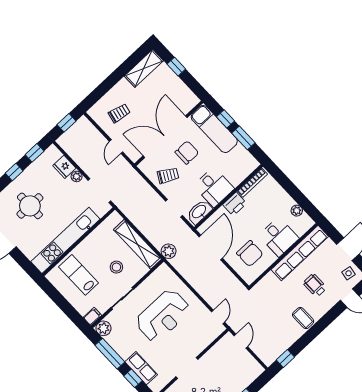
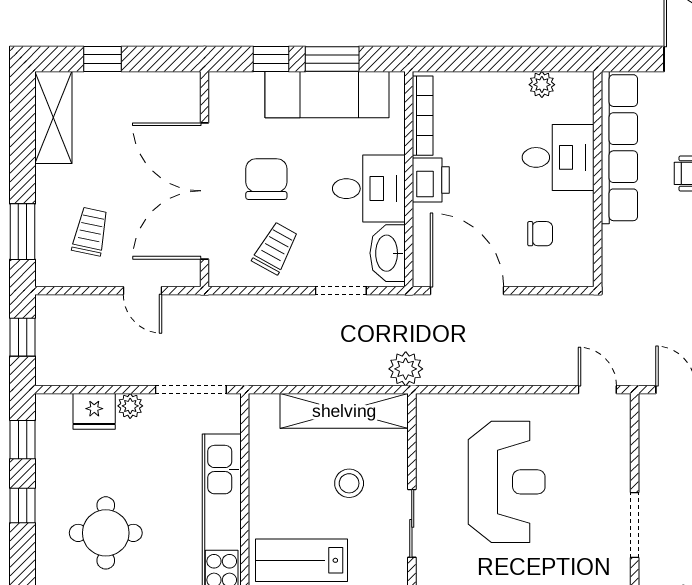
window: (99, 92) -> (23, 232), added
exam couch: (214, 129) -> (327, 95), moved
chair: (250, 254) -> (540, 234), width x0.54, depth x0.54

